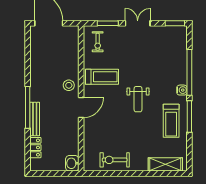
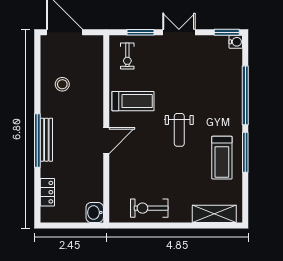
stool: (69, 85) -> (62, 84), moved
water cooler: (182, 90) -> (236, 42), moved
bench: (35, 119) -> (46, 140), moved

